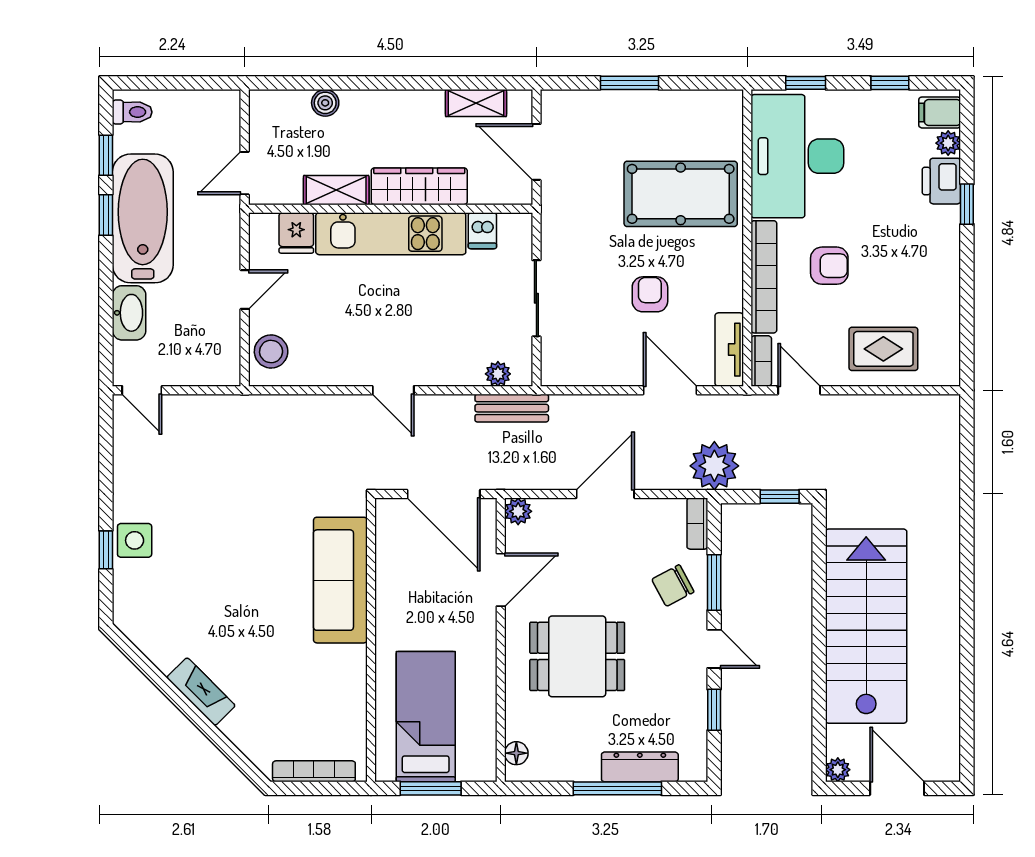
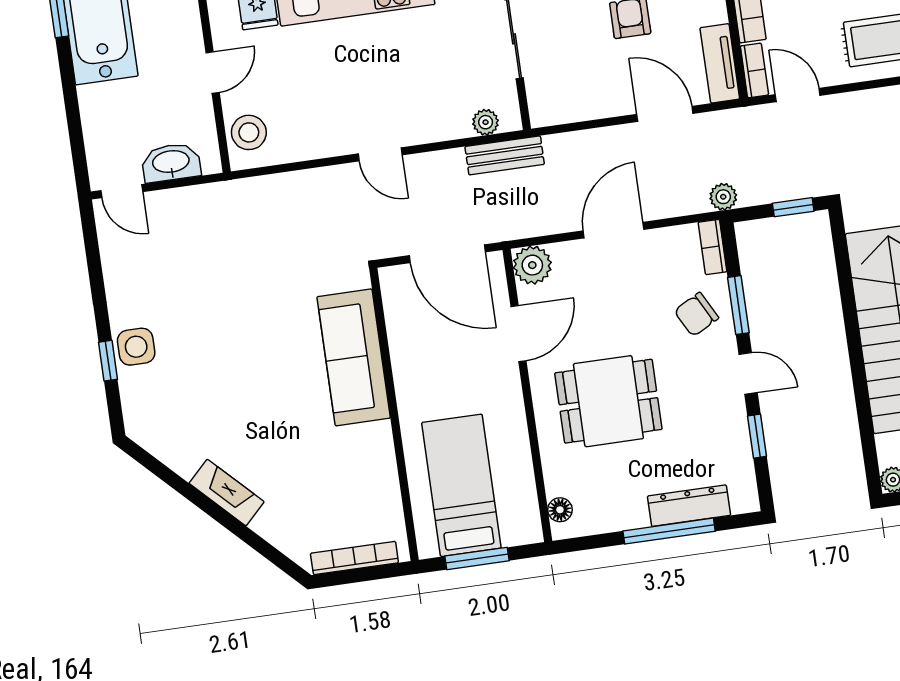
washbasin: (129, 313) -> (171, 163), moved, turned -90
plant: (714, 466) -> (723, 197), width x0.53, depth x0.53
plant: (518, 511) -> (532, 265), width x1.38, depth x1.38

